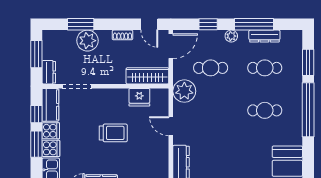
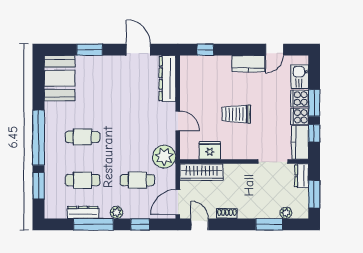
plant: (87, 41) -> (286, 213), moved, width x0.53, depth x0.53

